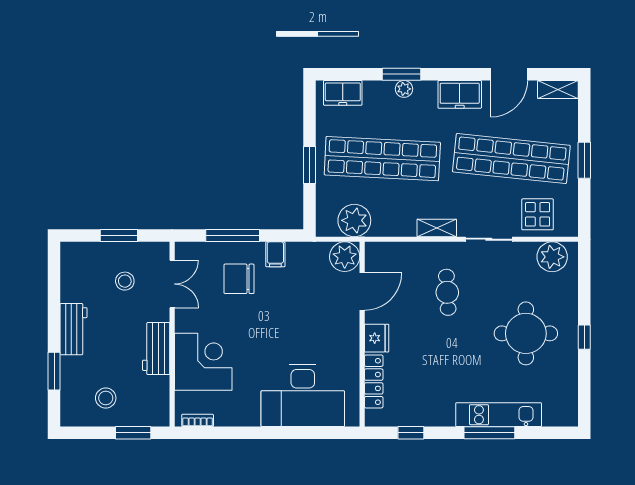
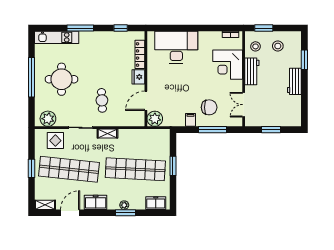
plant: (354, 220) -> (150, 137), removed
stool: (125, 281) -> (256, 46), moved
window: (584, 337) -> (31, 77), width x3.17
kitchen unit: (499, 415) -> (57, 37), moved

